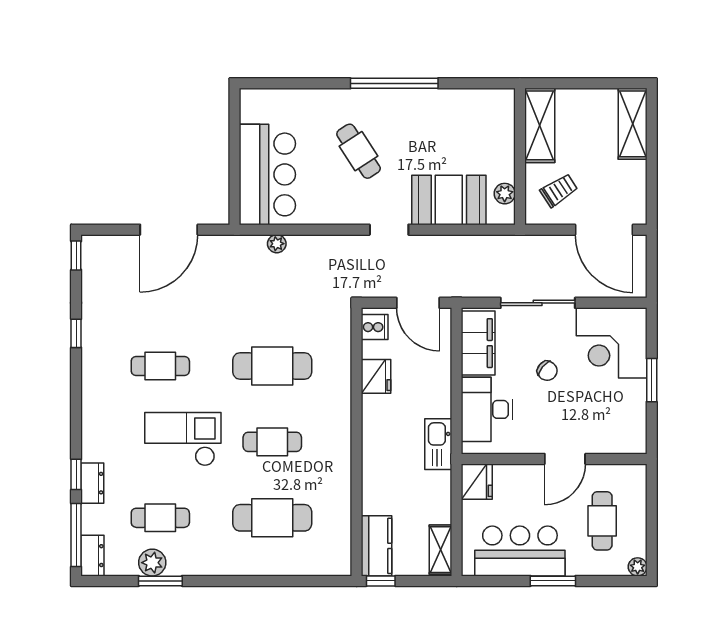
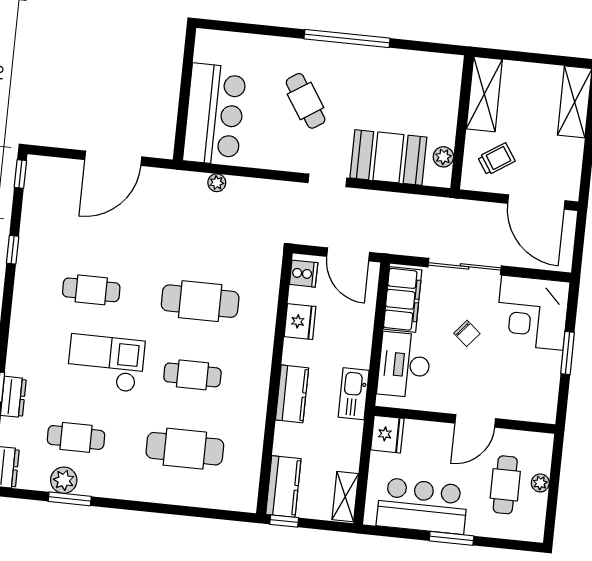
kitchen counter: (376, 451) -> (292, 394), added
plant: (638, 567) -> (540, 483), moved

